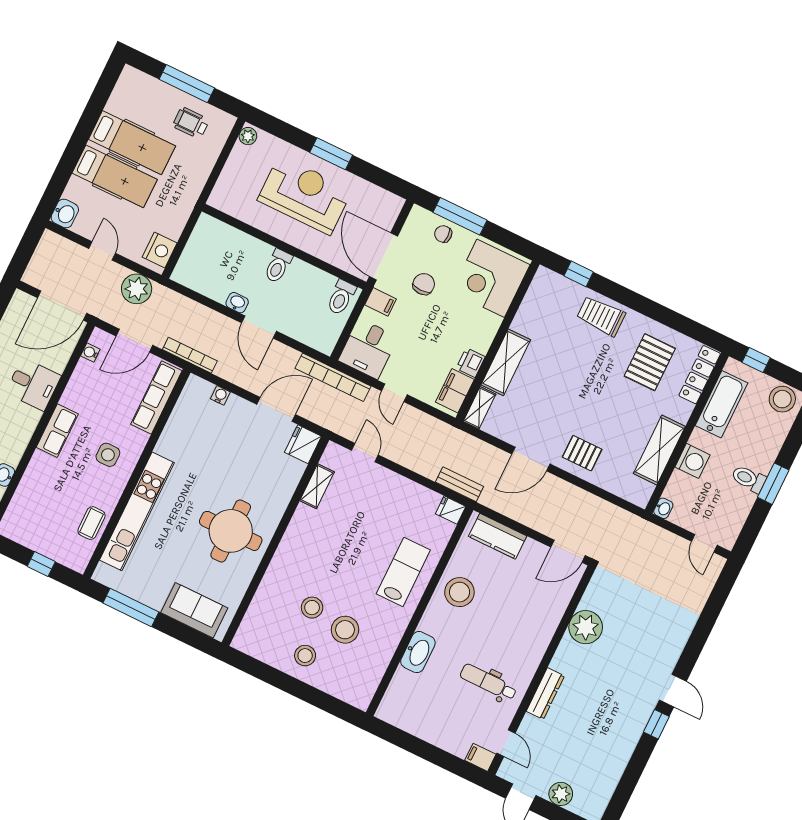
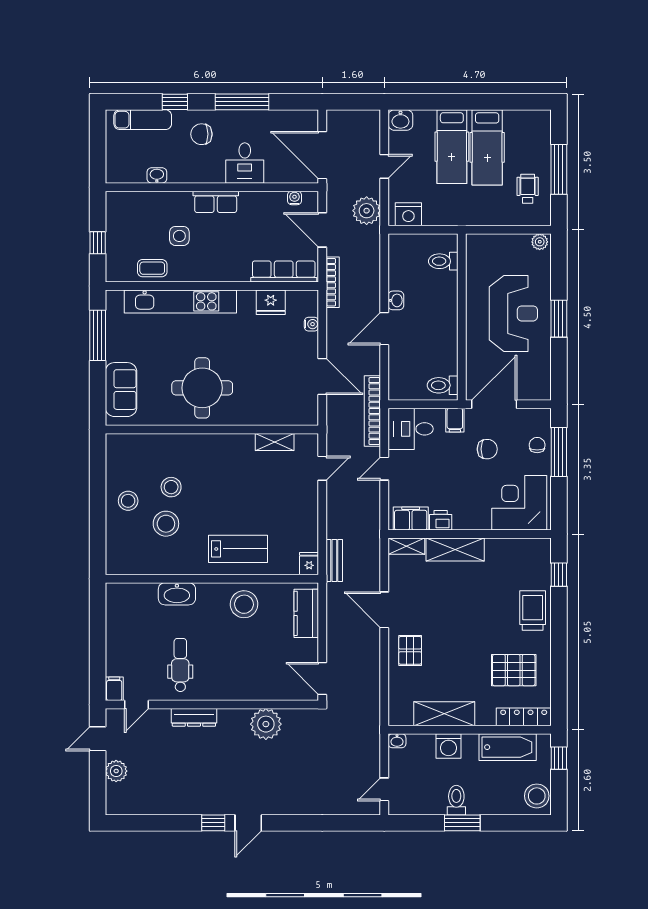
toilet: (278, 266) -> (443, 261), moved
fridge: (303, 444) -> (271, 302), moved, turned 180
side table: (108, 455) -> (179, 236), moved

